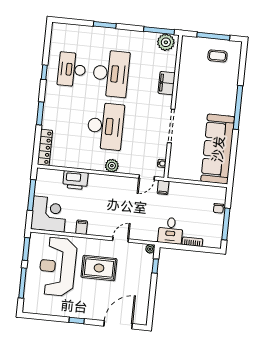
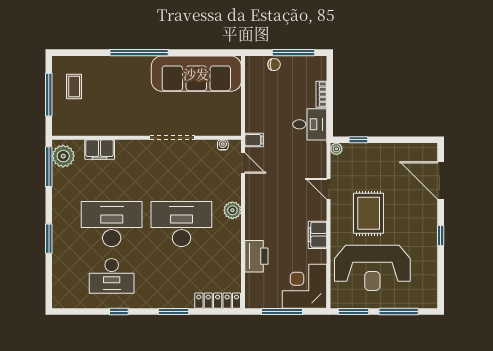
filing cabinet: (167, 83) -> (100, 150), moved
filing cabinet: (82, 227) -> (317, 235), width x2.00

